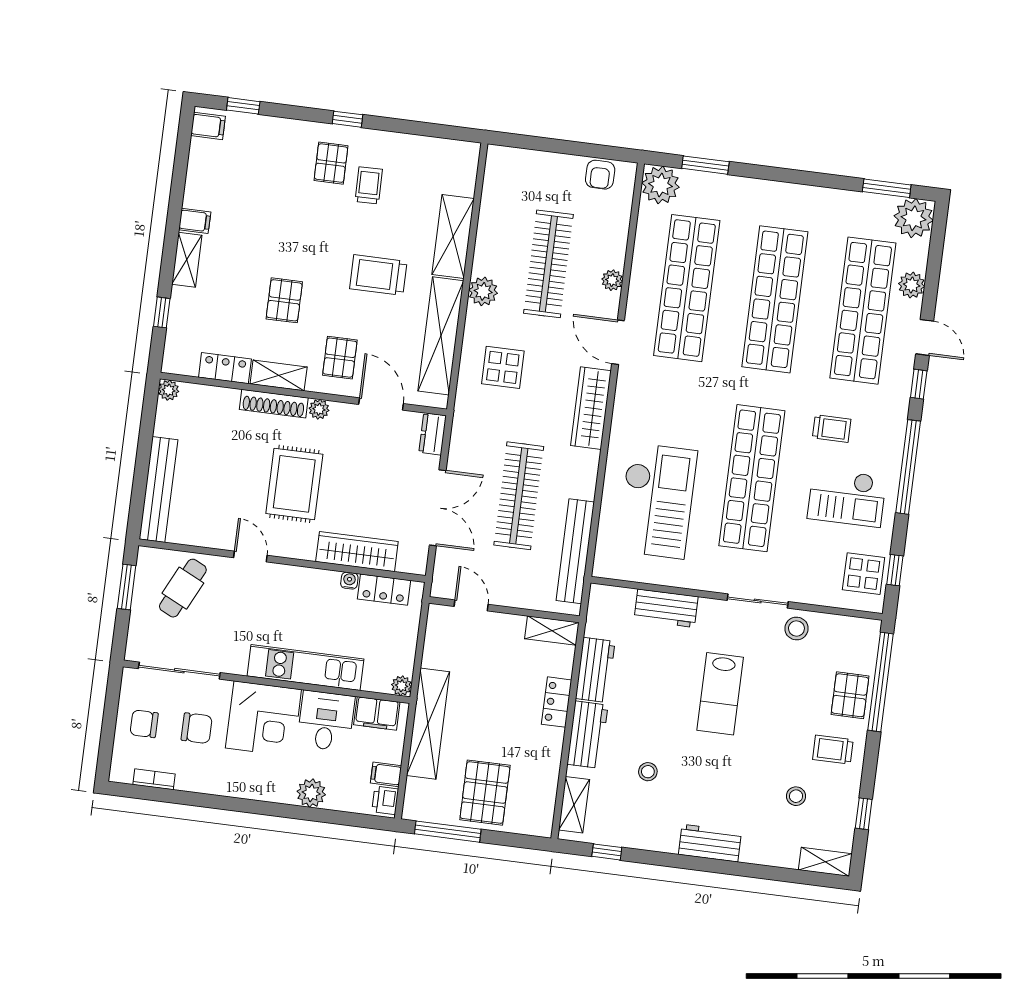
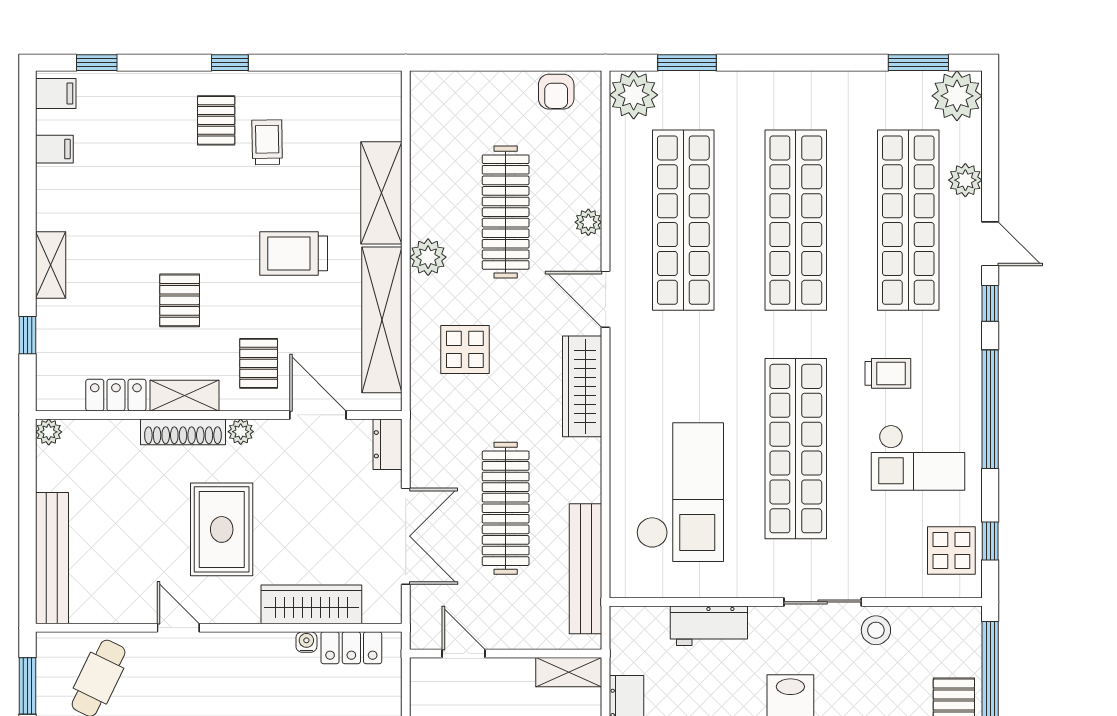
filing cabinet: (195, 221) -> (54, 149), moved

